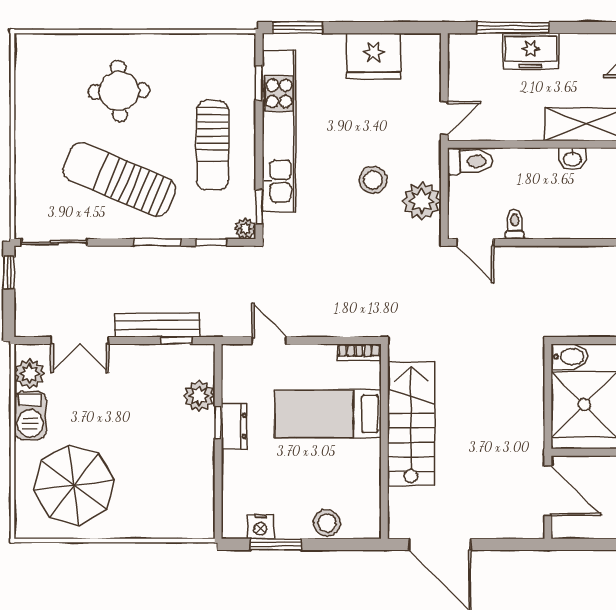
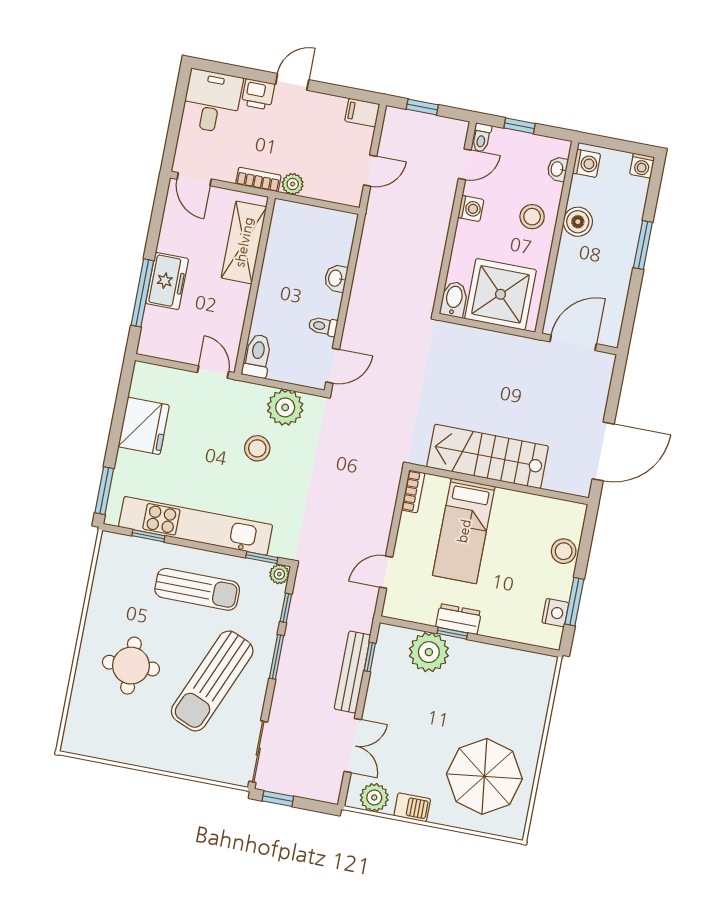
washbasin: (572, 159) -> (336, 278), moved, turned 180
plant: (199, 396) -> (429, 652), width x1.36, depth x1.36
barbecue: (30, 416) -> (412, 807), width x0.73, depth x0.79

